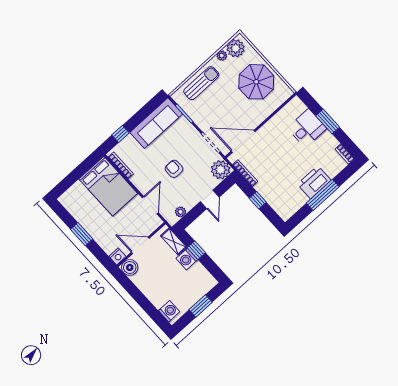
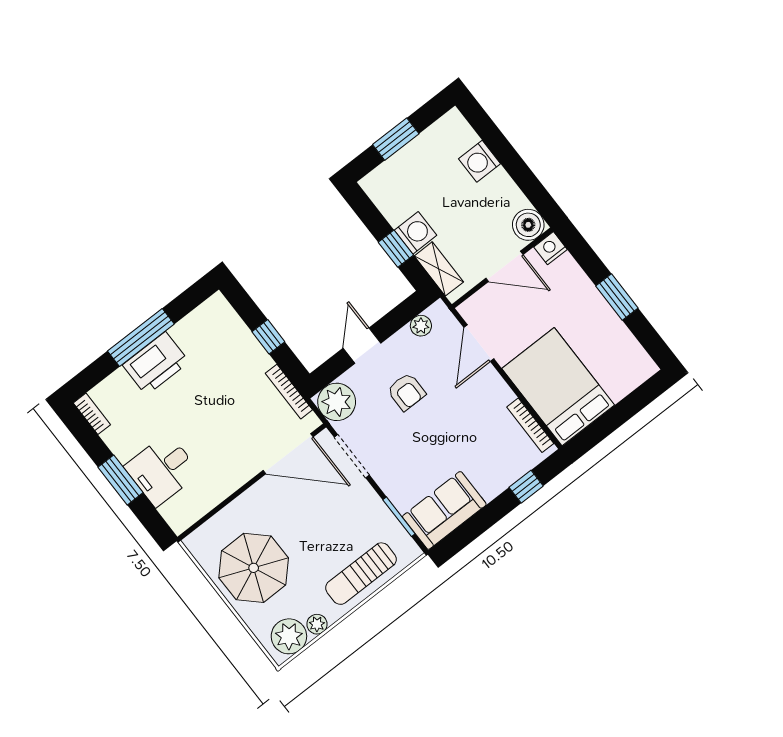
sofa: (156, 123) -> (444, 510), width x0.73
armchair: (174, 169) -> (406, 392), moved
washing machine: (169, 311) -> (479, 161), moved

